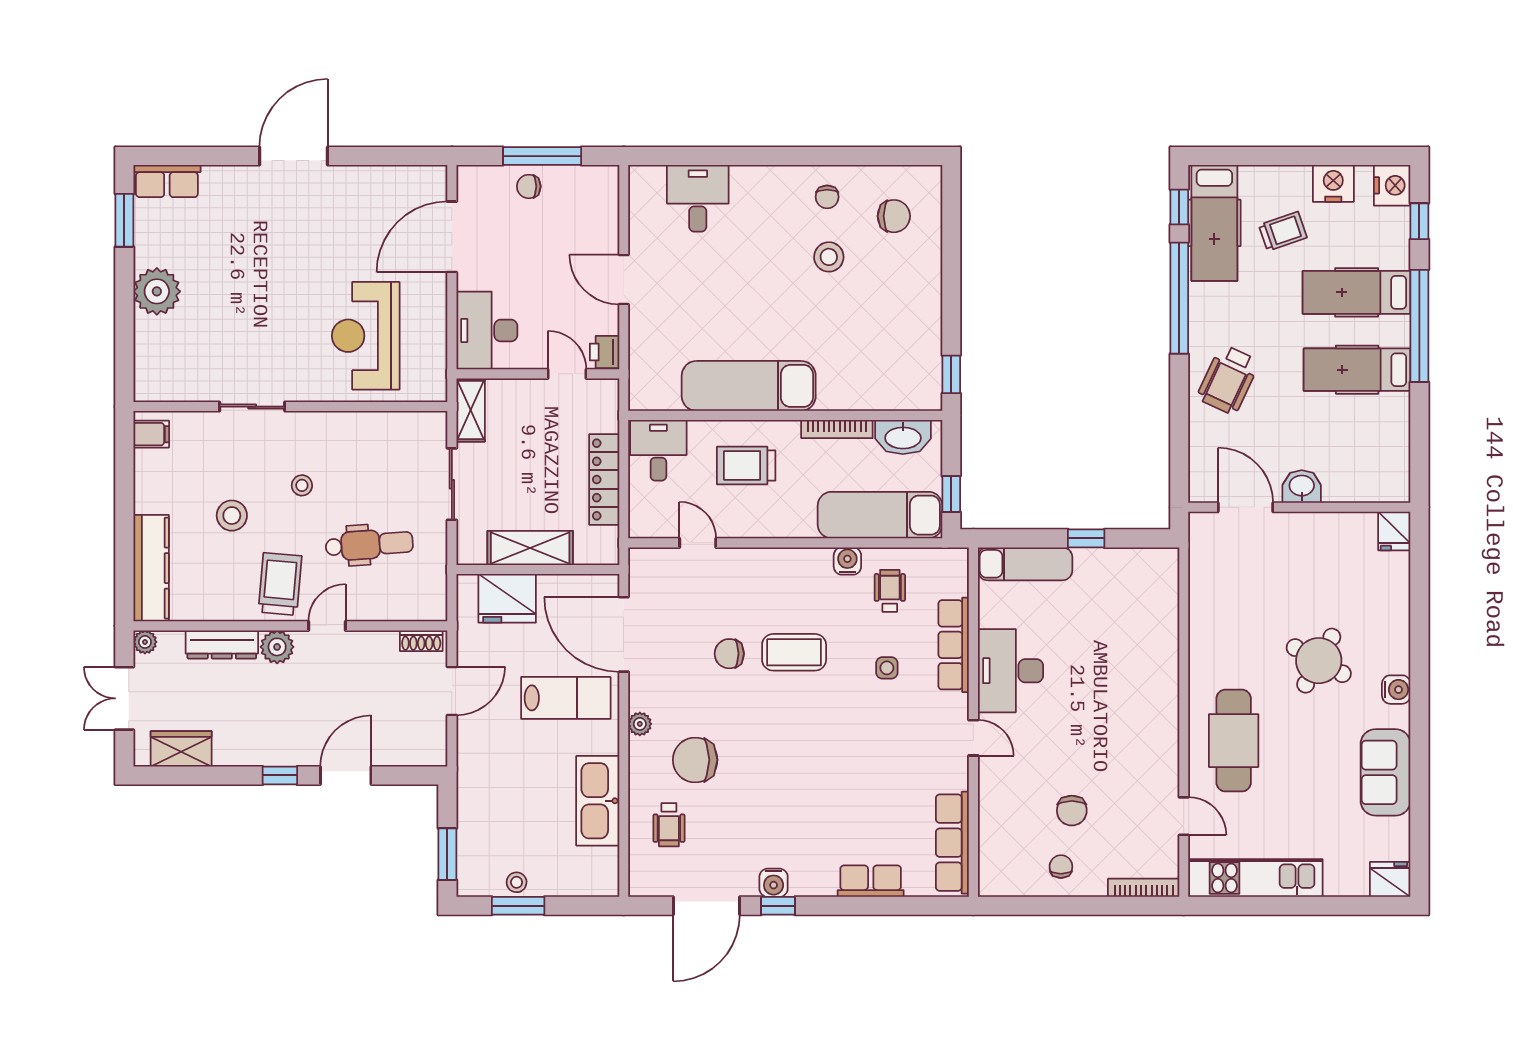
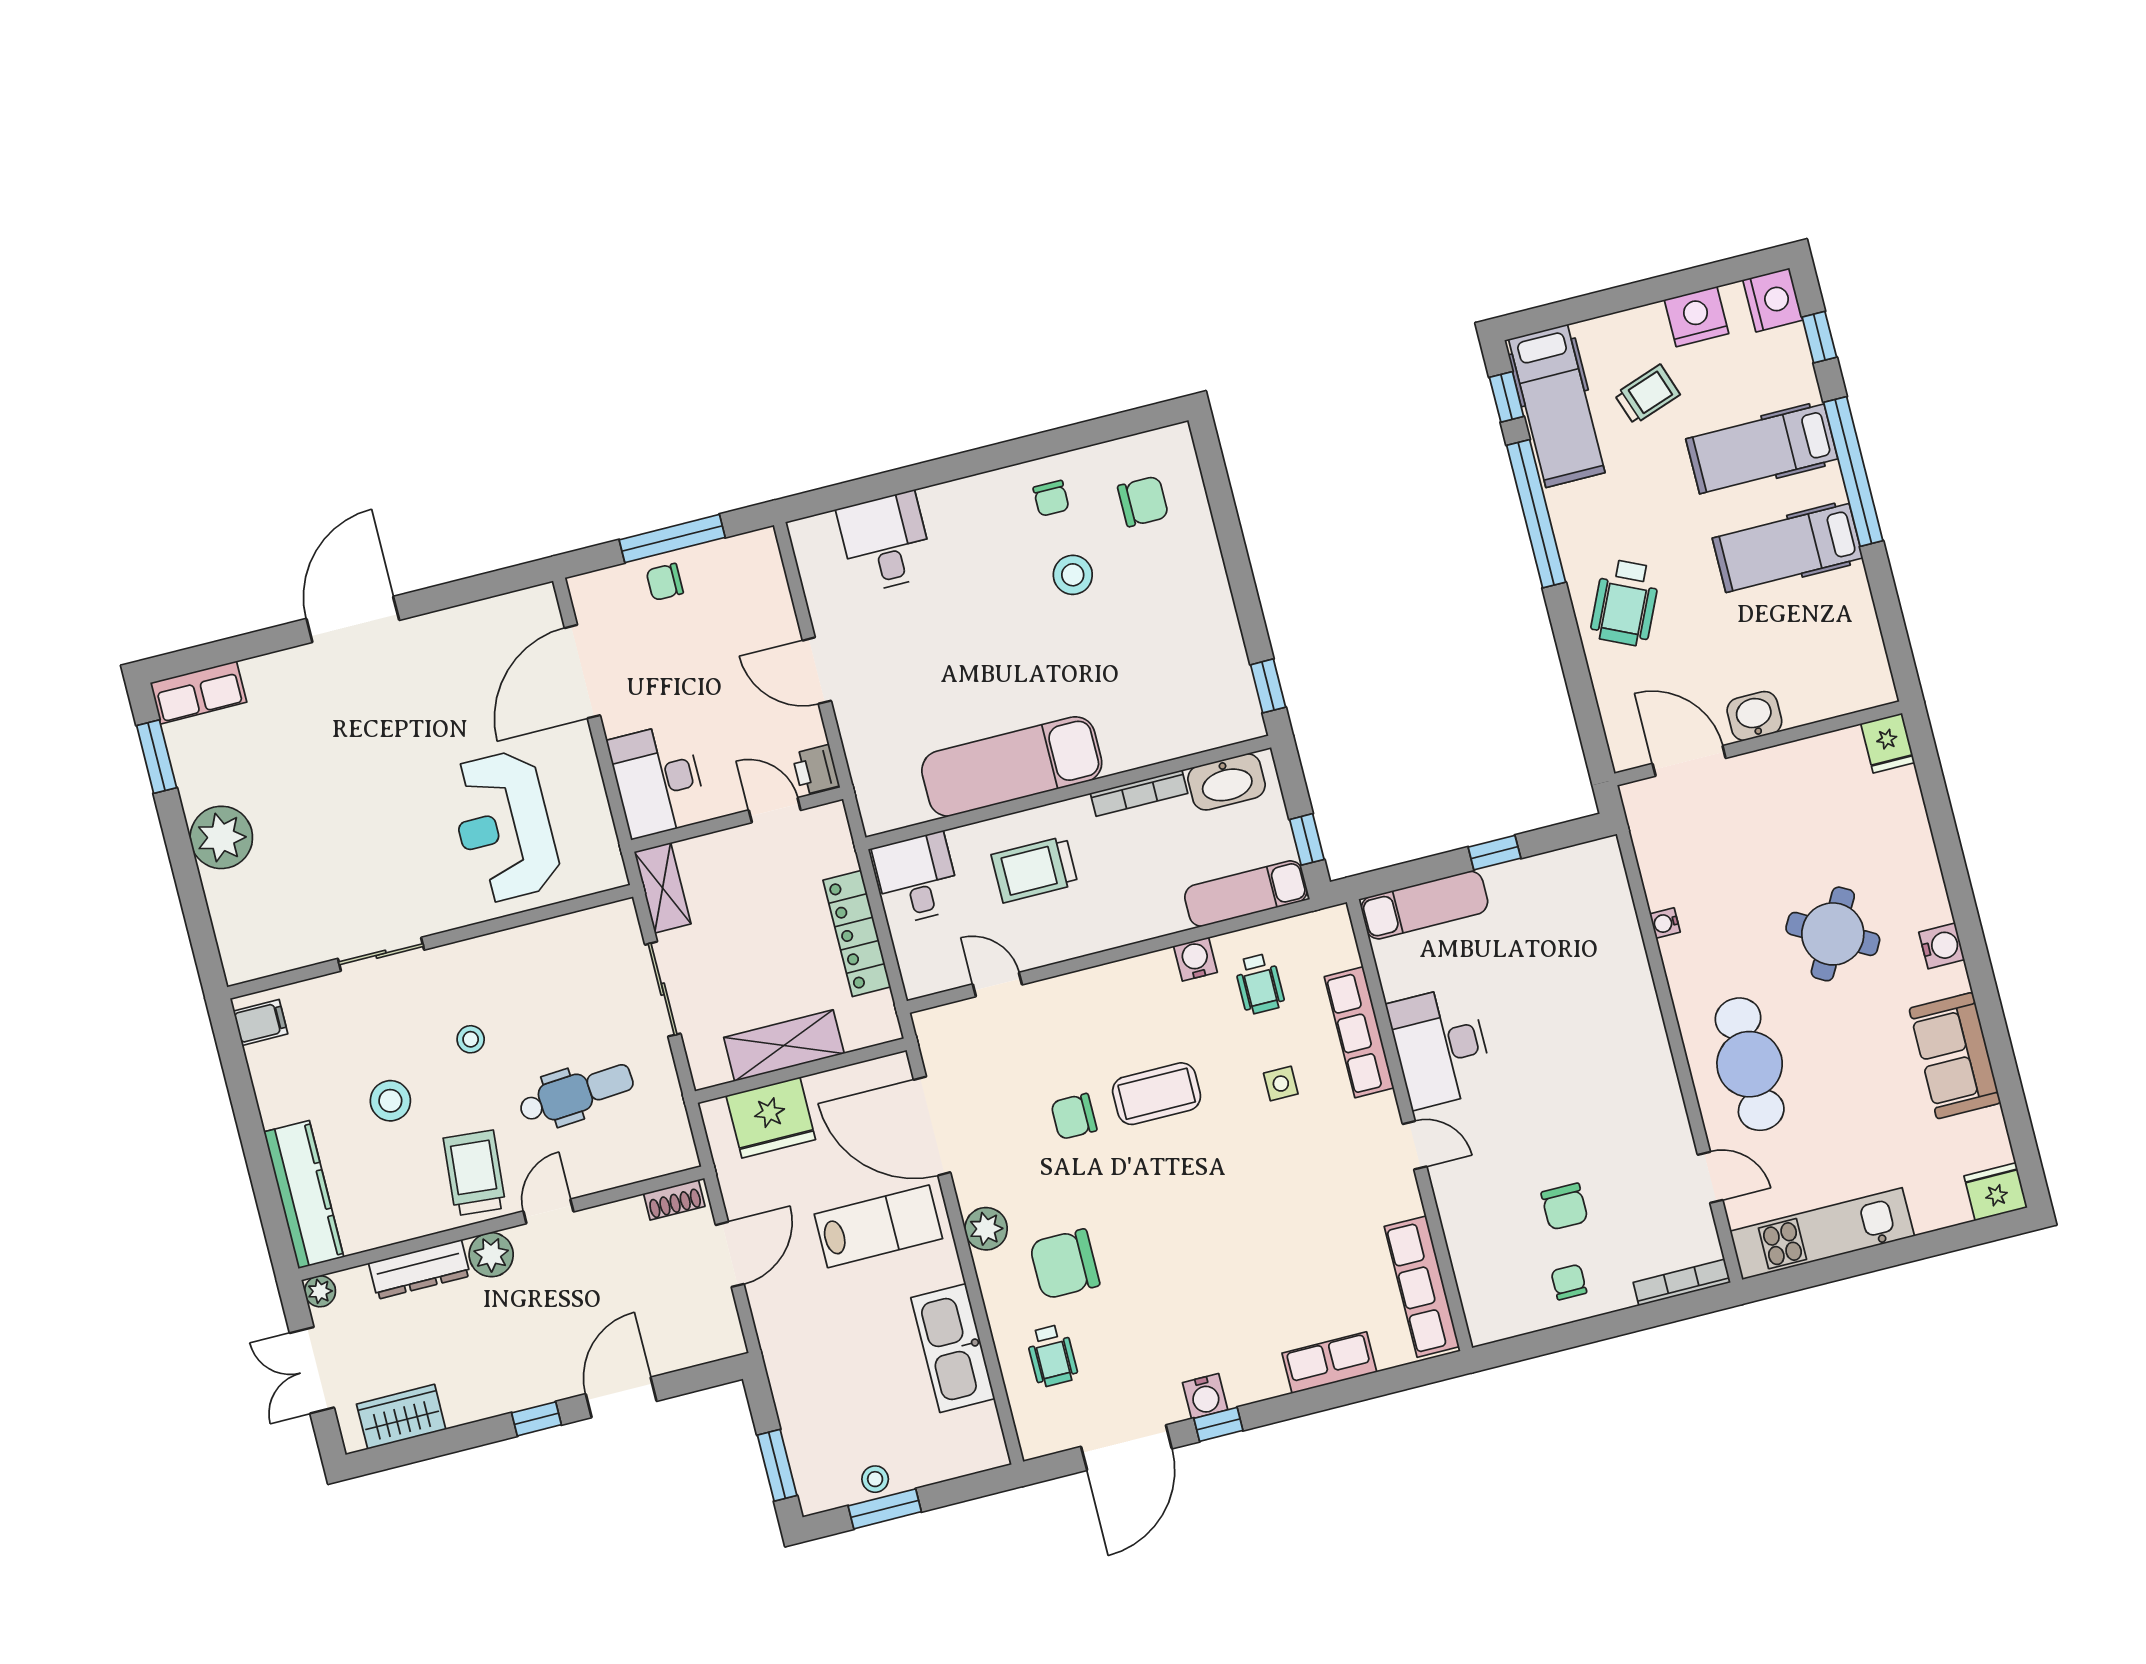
exam couch: (880, 515) -> (1246, 894), width x0.73, depth x0.69
wheelchair: (890, 591) -> (1260, 984), turned 180
water cooler: (1198, 622) -> (1665, 923), added
plant: (640, 724) -> (986, 1229), width x1.38, depth x1.38

